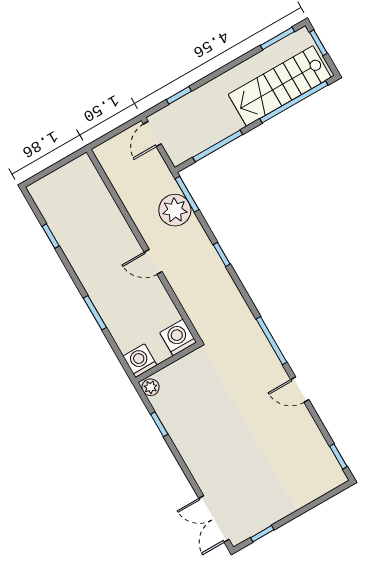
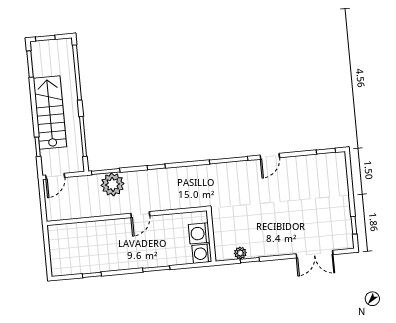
stairs: (280, 86) -> (50, 113), moved, turned 180
door: (152, 134) -> (55, 176), hinge flipped
washing machine: (178, 337) -> (199, 233), moved
plant: (151, 387) -> (240, 253), moved
double door: (214, 519) -> (315, 254), moved

